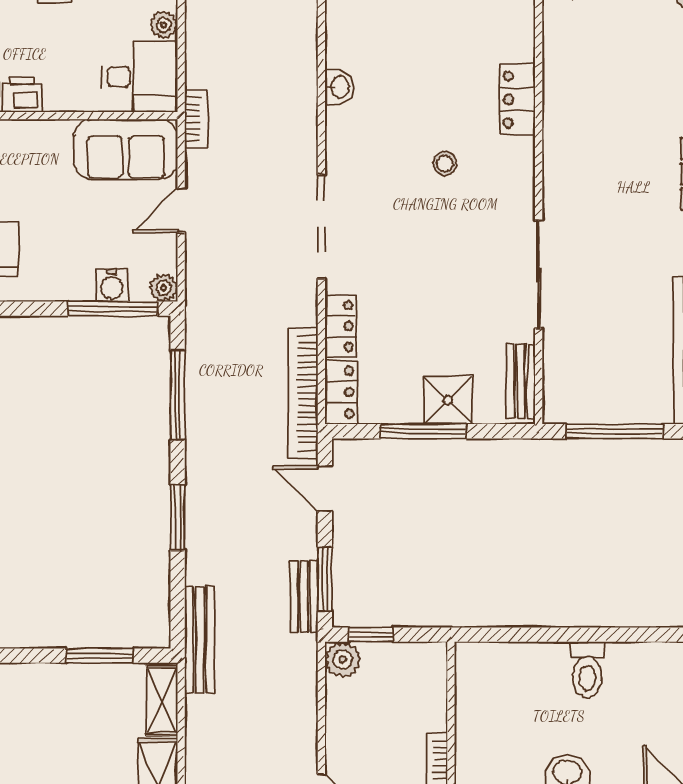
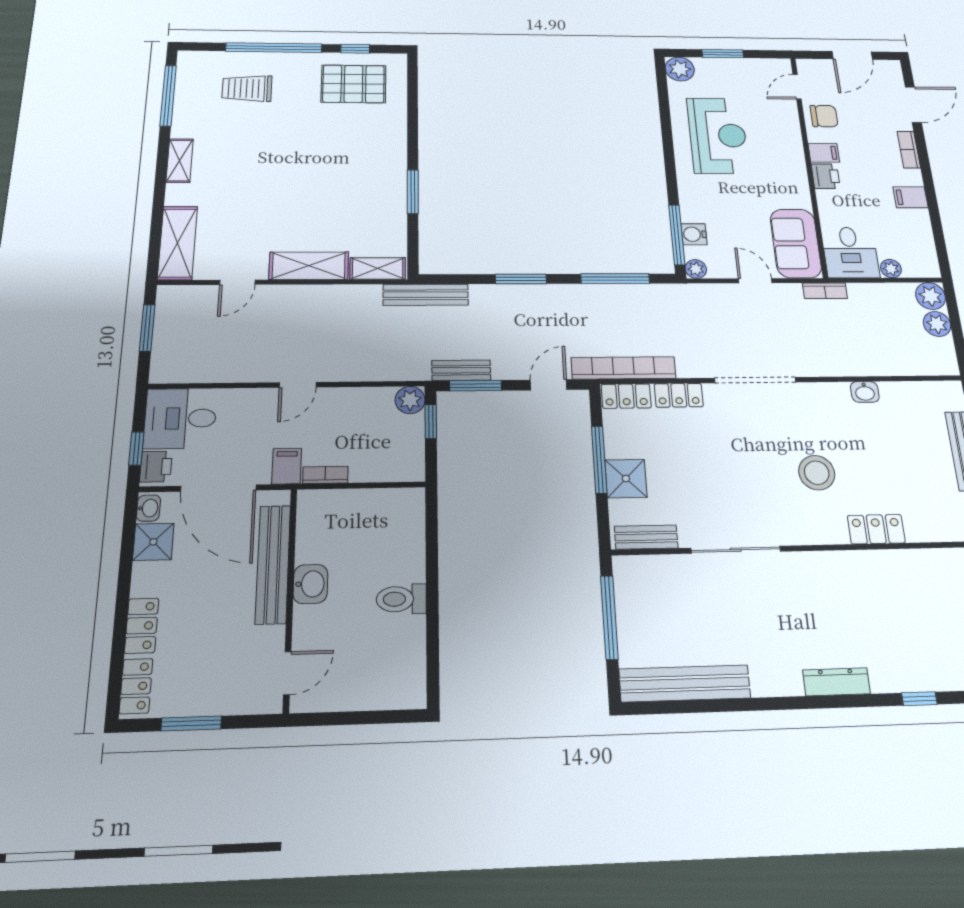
stool: (445, 163) -> (817, 473), width x1.89, depth x1.89
window: (100, 656) -> (413, 192), moved

